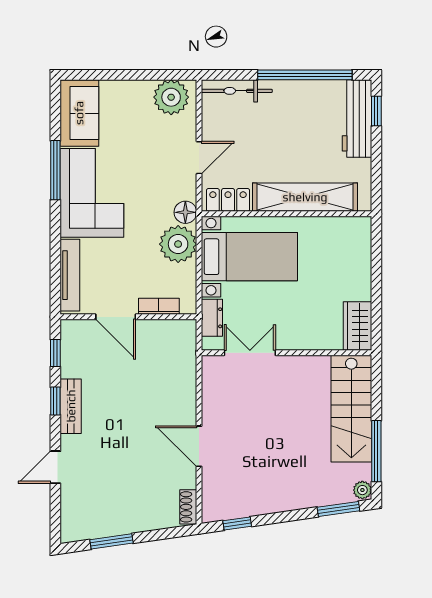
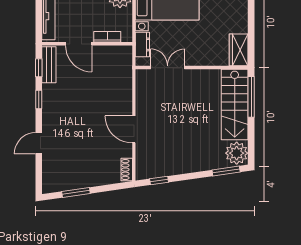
bench: (71, 406) -> (49, 65), moved
window: (376, 451) -> (251, 97), moved
plant: (362, 490) -> (237, 153), width x1.87, depth x1.87

